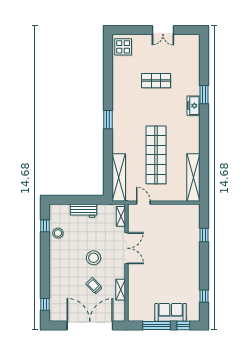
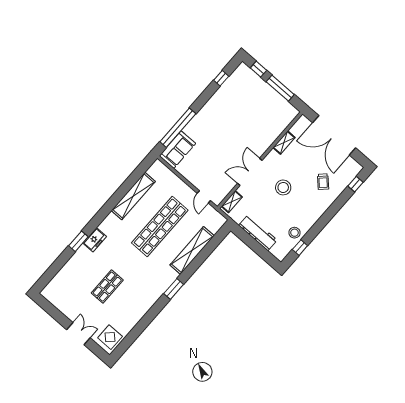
double door: (163, 30) -> (78, 334), moved
shop shelf: (156, 81) -> (107, 287), turned 90
shelving: (119, 177) -> (192, 250), moved
shelving: (193, 177) -> (133, 196), moved
workbench: (83, 211) -> (258, 233), width x1.38
window: (204, 235) -> (178, 128), width x3.17
trolley: (94, 286) -> (323, 182), moved
sofa: (171, 312) -> (177, 150), moved, turned -90

